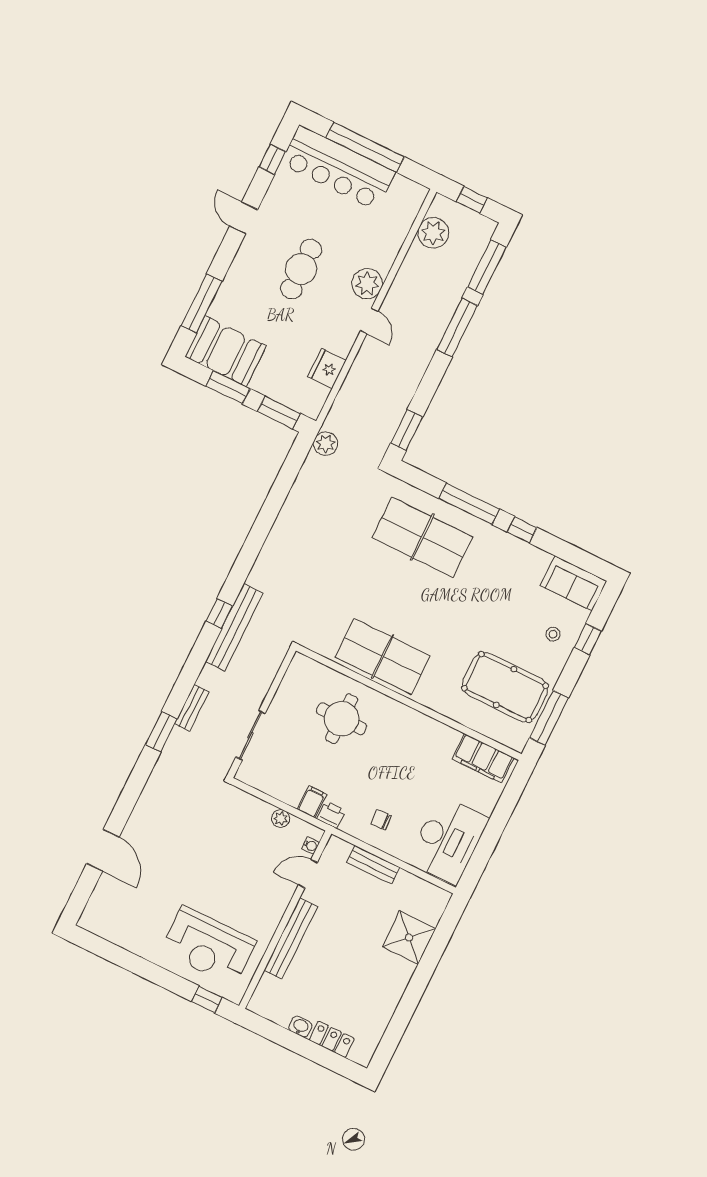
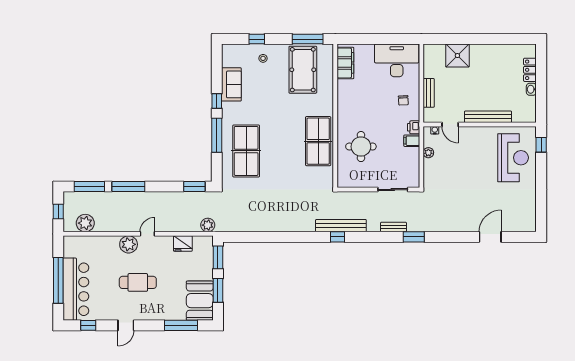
plant: (326, 444) -> (208, 225), moved
sofa: (573, 583) -> (231, 84), moved

